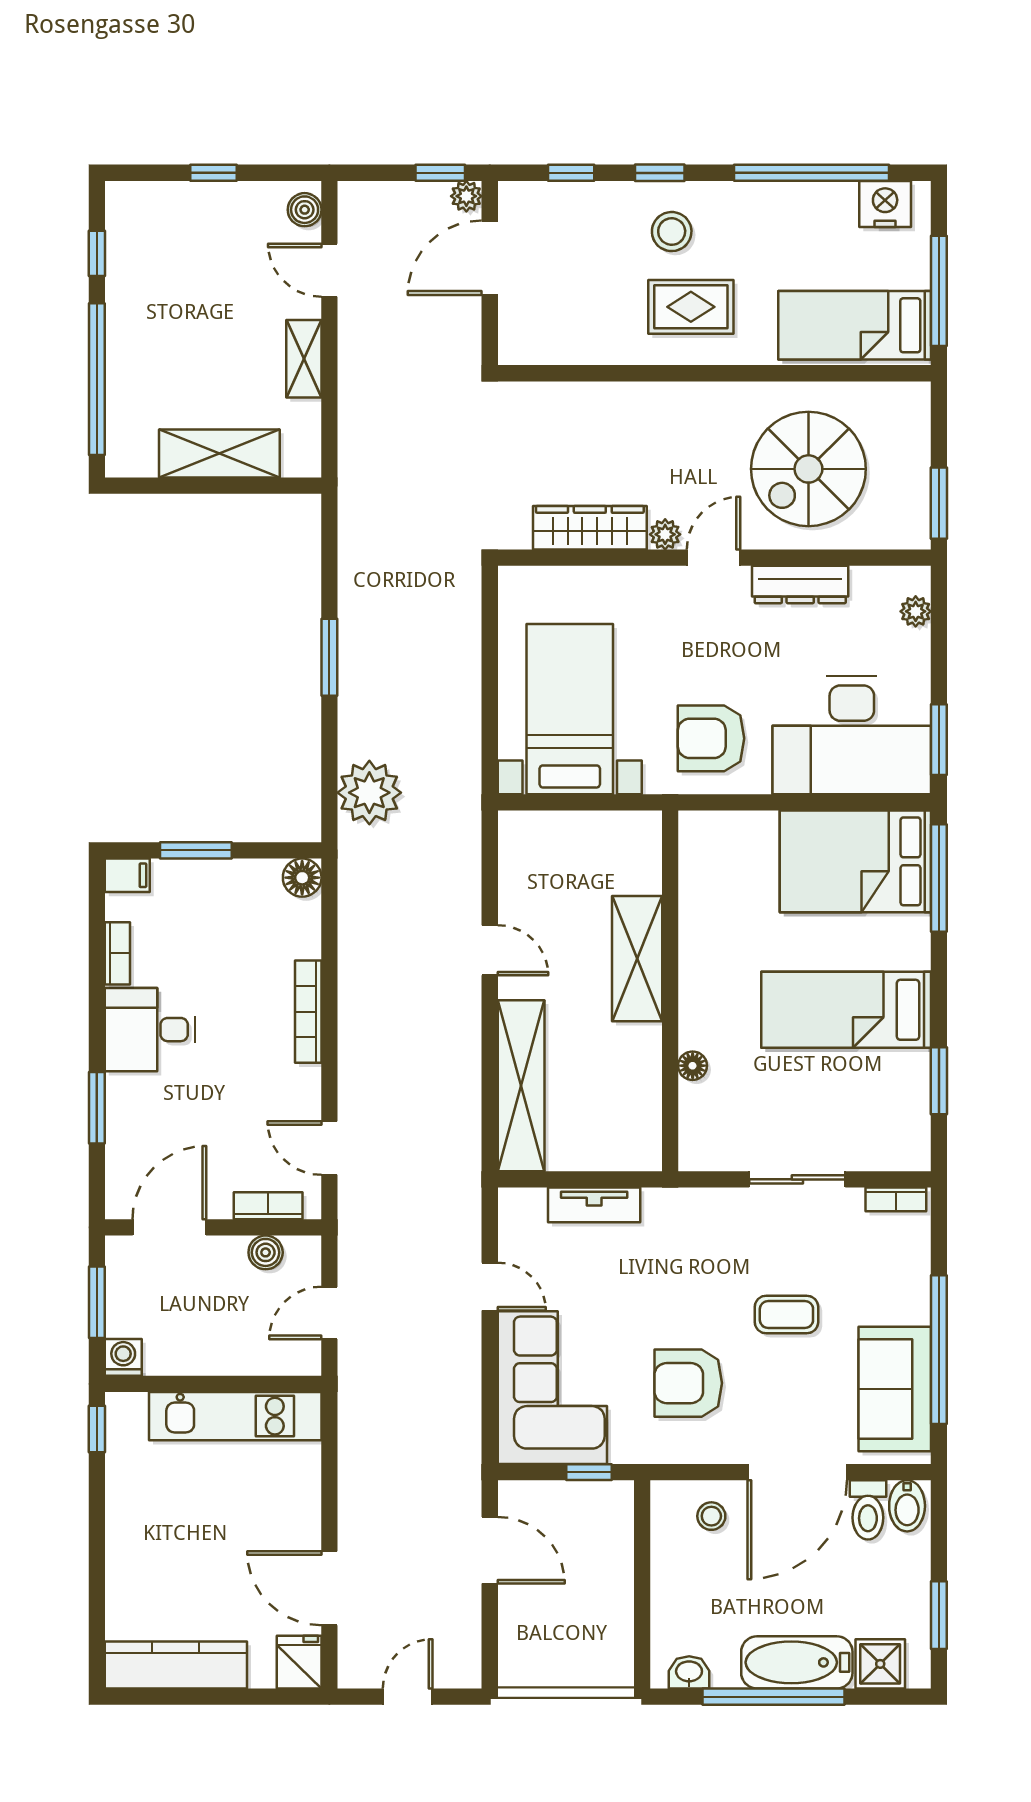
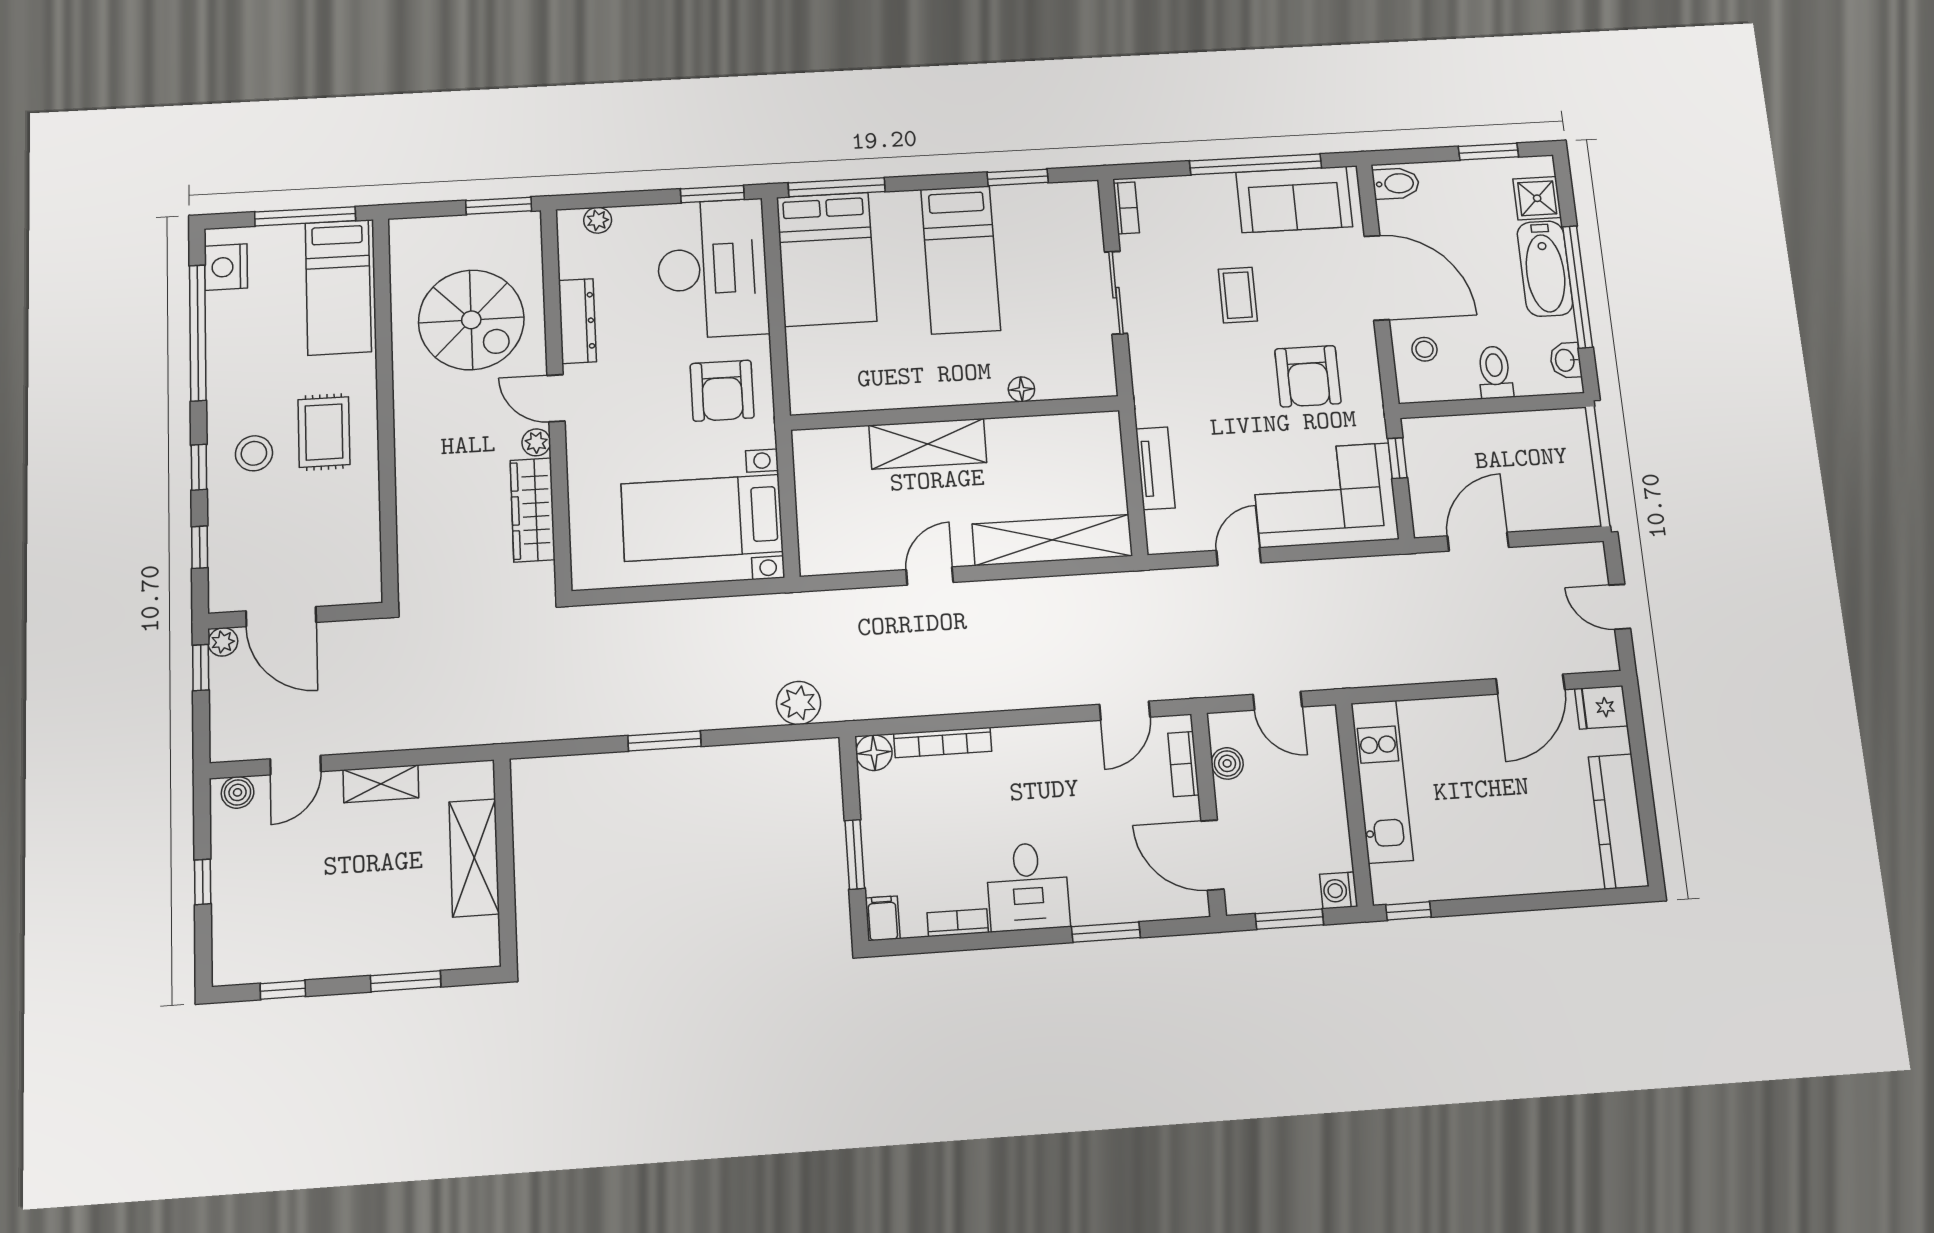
window: (97, 379) -> (406, 981), width x0.47
plant: (369, 793) -> (799, 703), width x0.73, depth x0.73
bookcase: (308, 1012) -> (943, 742), moved
toilet: (868, 1510) -> (1495, 372), moved, turned -90

